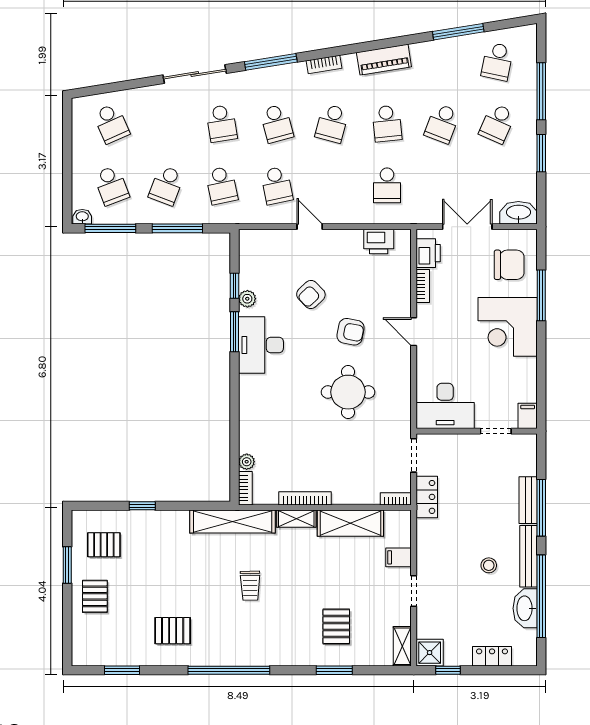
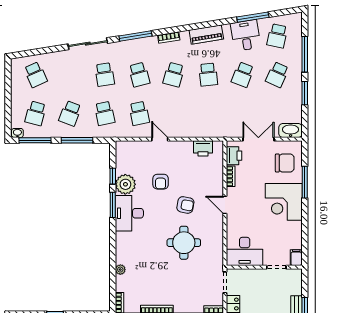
desk: (447, 61) -> (246, 35), added
school desk: (111, 185) -> (36, 113), turned 36
school desk: (387, 185) -> (208, 113), removed
armchair: (311, 295) -> (161, 182), turned -46
plant: (247, 299) -> (125, 184), width x1.88, depth x1.88
plant: (247, 462) -> (120, 270), moved

